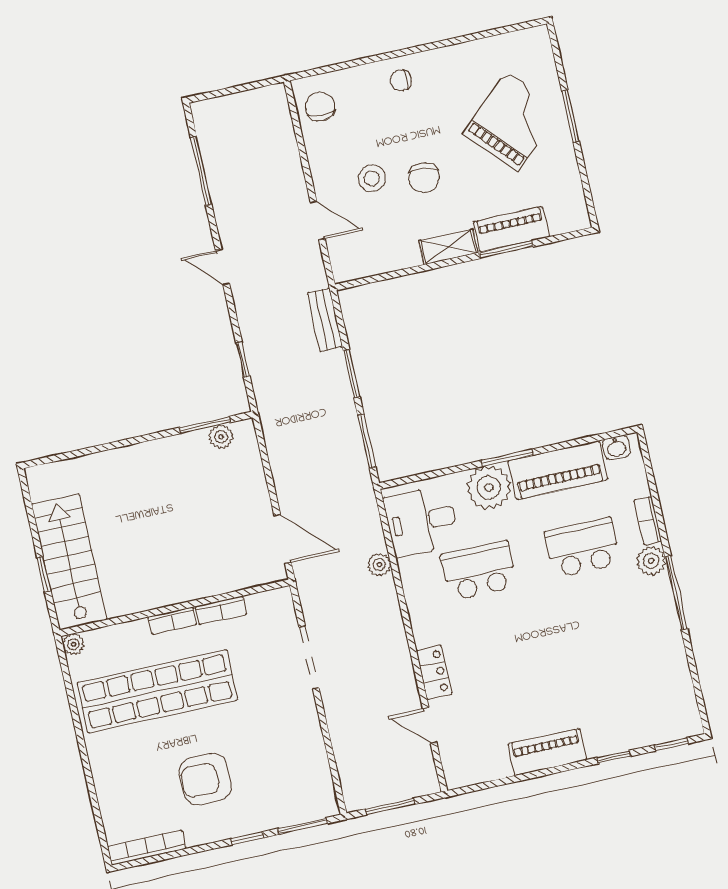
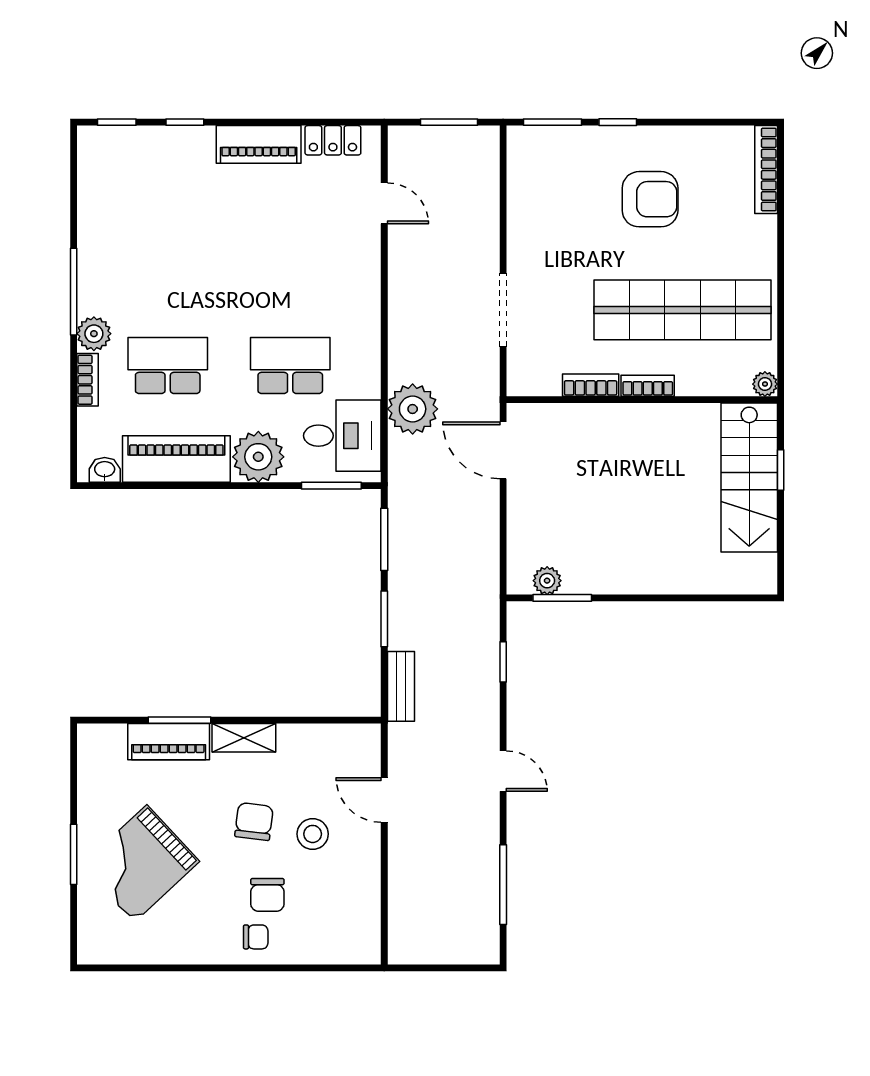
chair: (320, 106) -> (267, 895), moved
window: (507, 458) -> (331, 486), moved
school desk: (583, 548) -> (168, 365), turned 180
plant: (379, 565) -> (413, 409), width x1.88, depth x1.88
school desk: (479, 571) -> (290, 365), turned 180
locker: (434, 672) -> (333, 140), moved, turned -90
bookcase: (147, 848) -> (766, 170), moved, turned 90

